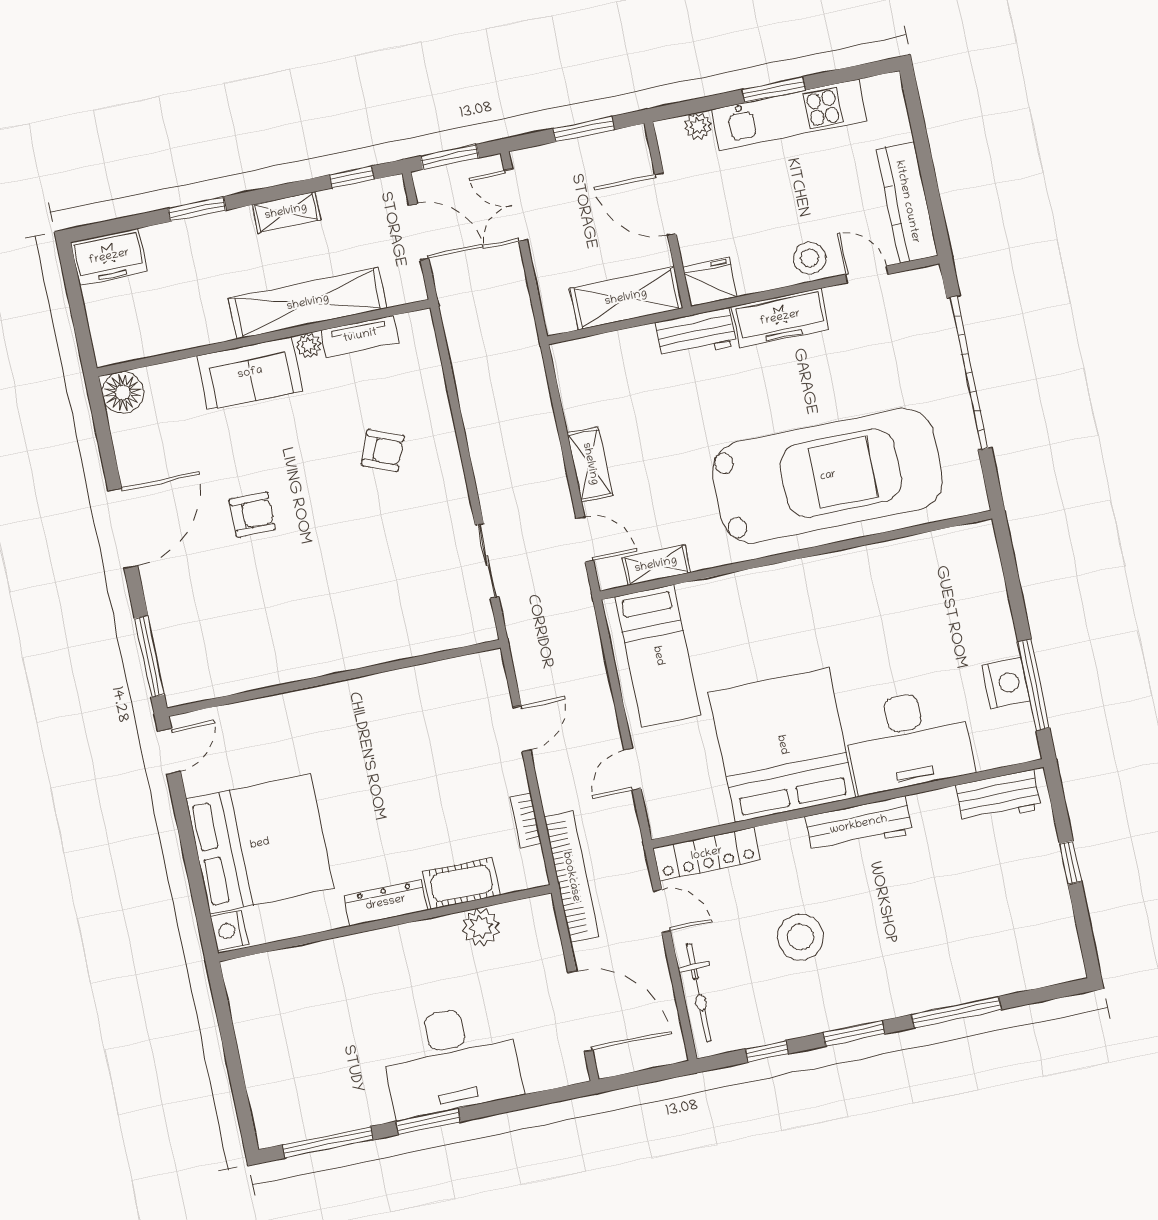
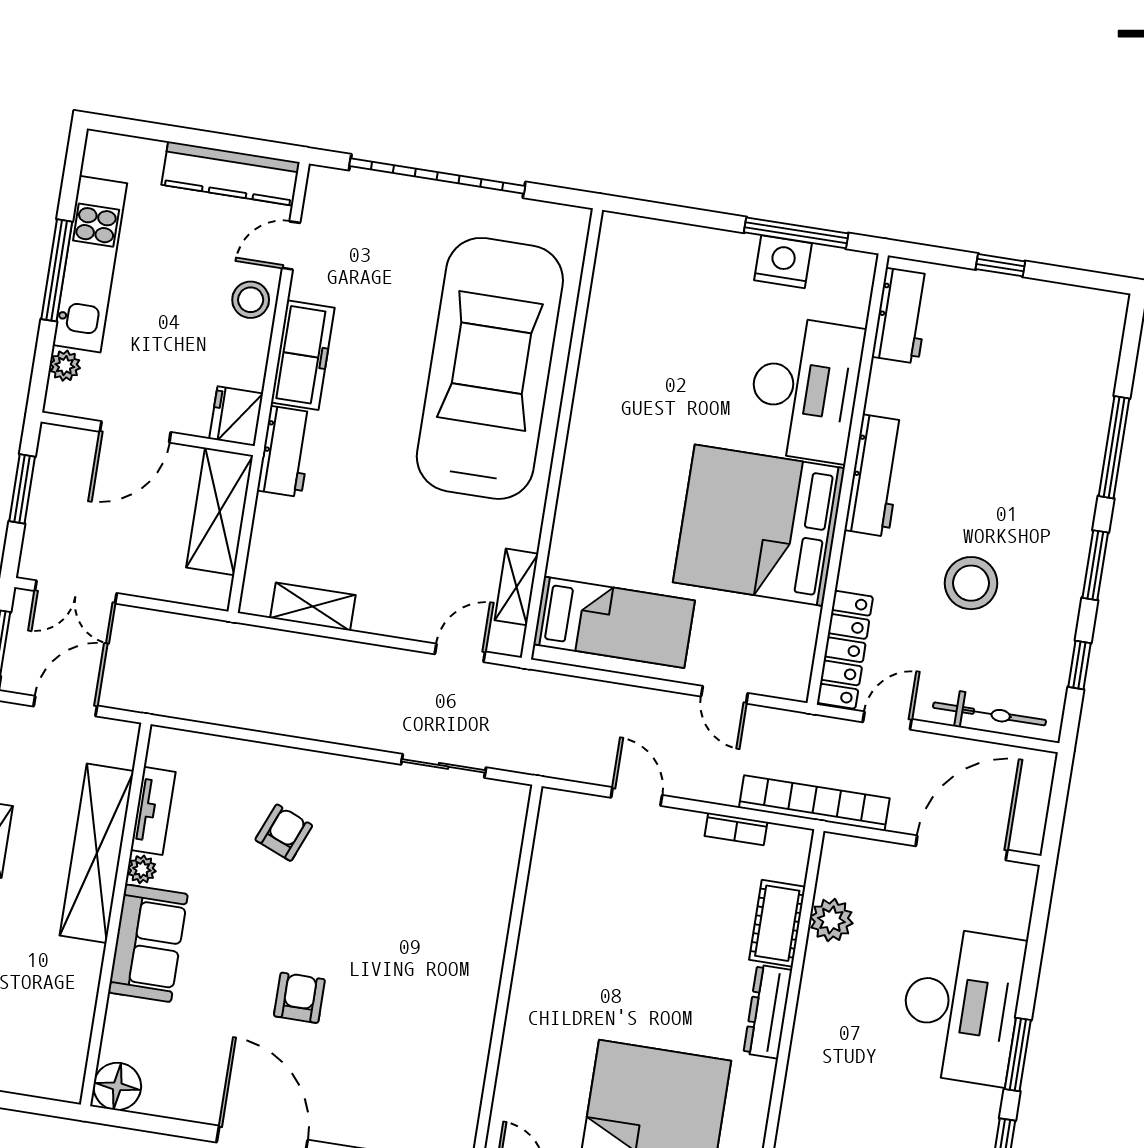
window: (774, 90) -> (57, 270), width x1.44
shelving: (590, 464) -> (313, 607), moved

